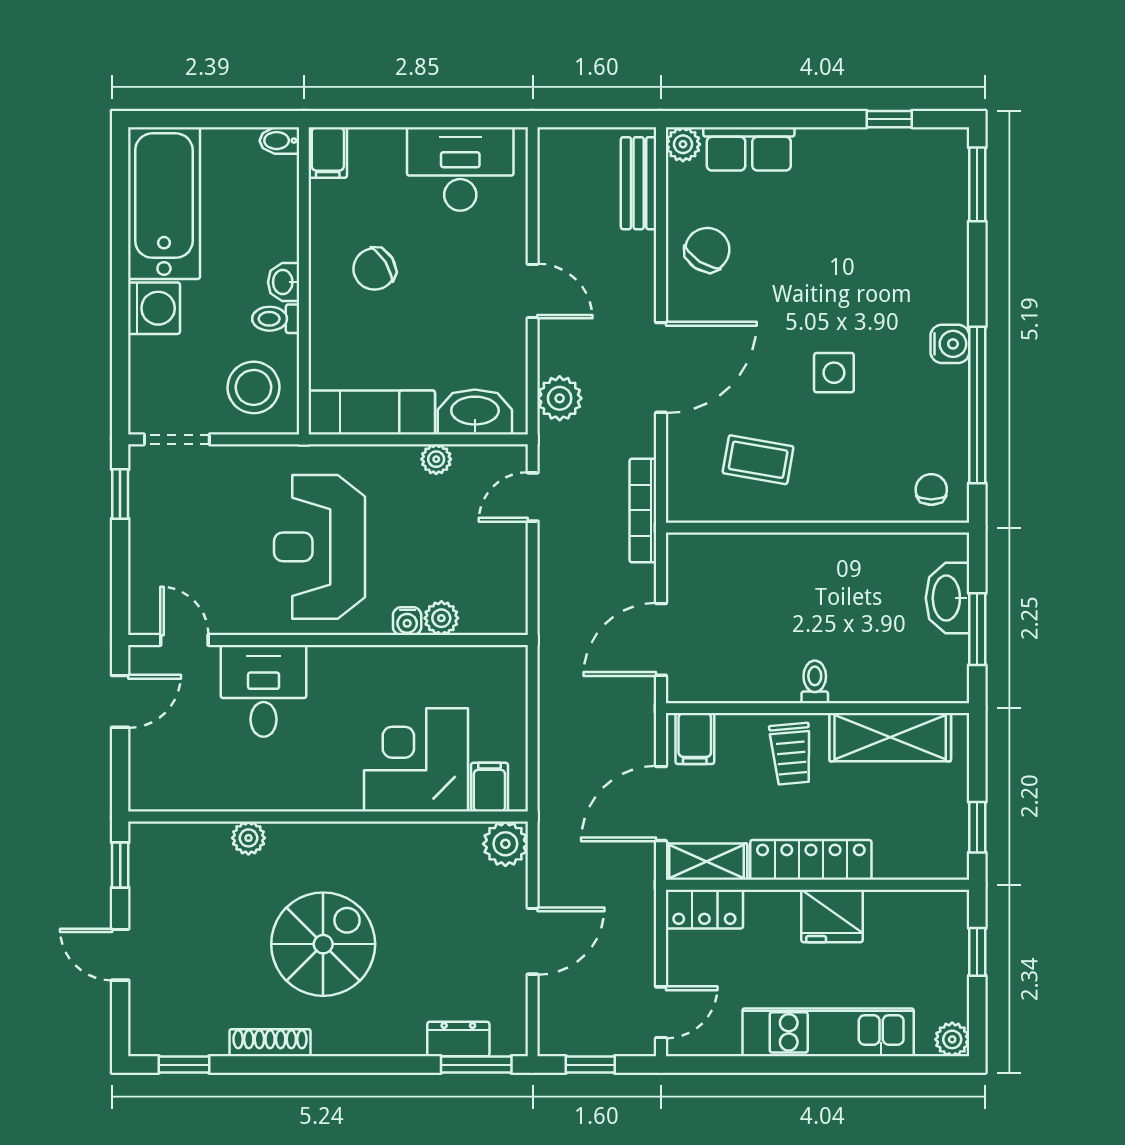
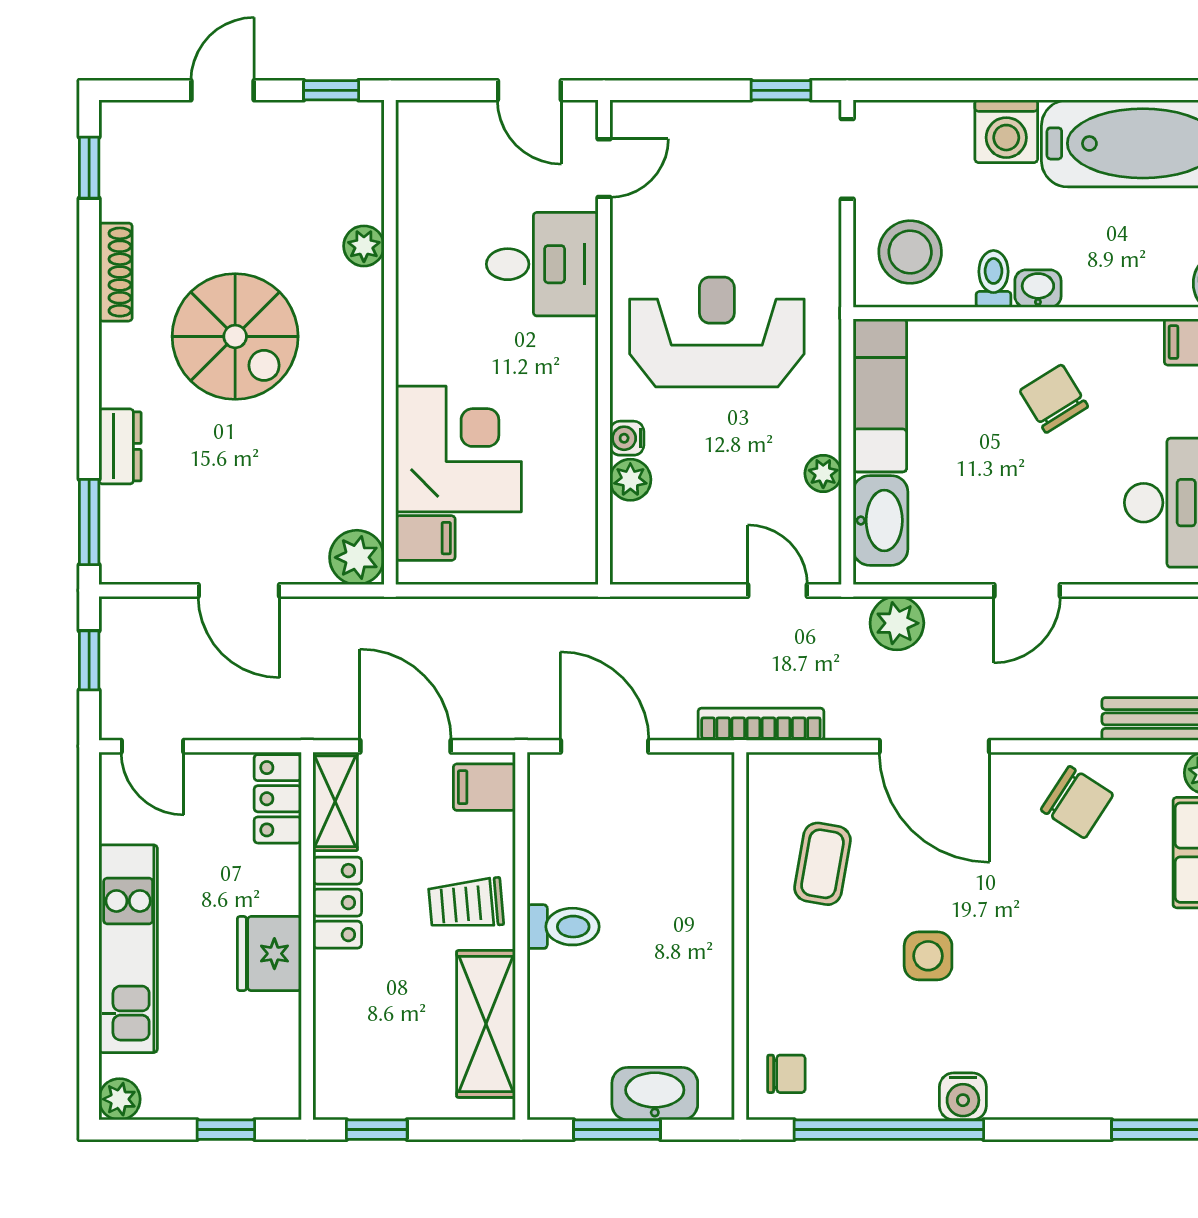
toilet: (815, 682) -> (563, 927), width x1.37, depth x1.39
locker: (811, 860) -> (337, 903), width x0.66
dresser: (458, 1039) -> (120, 446), moved

